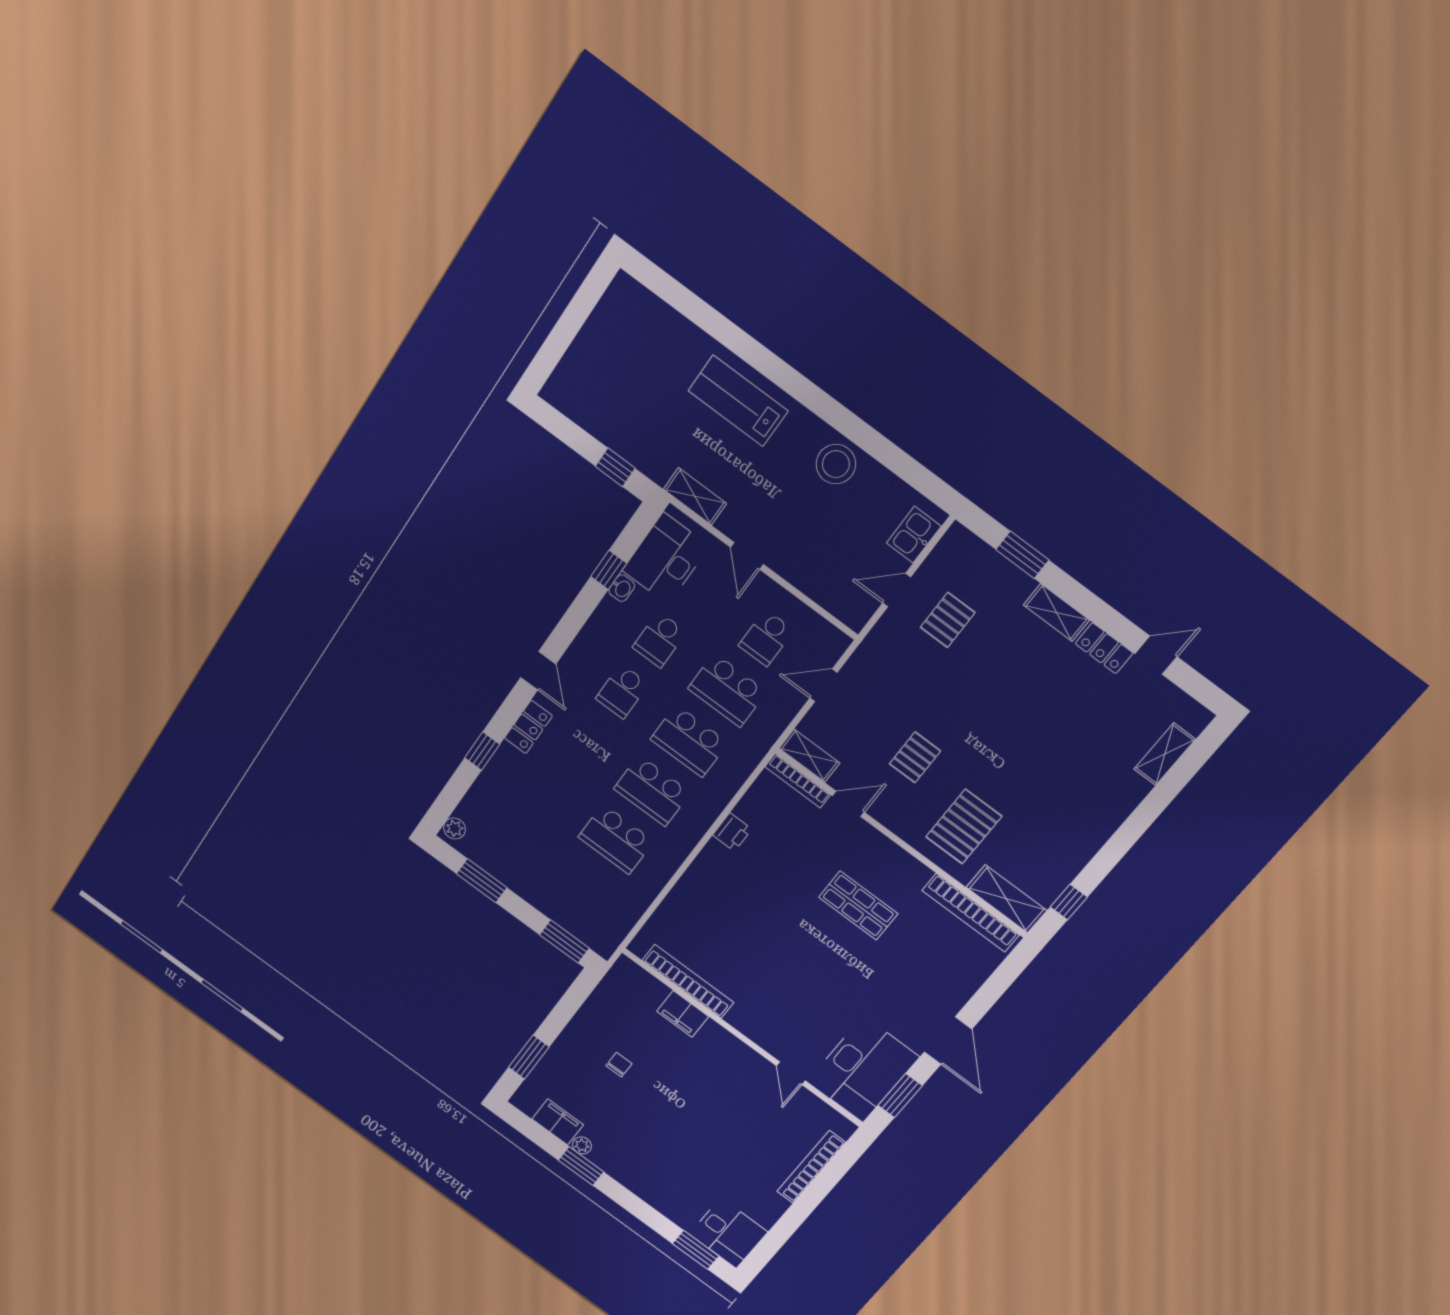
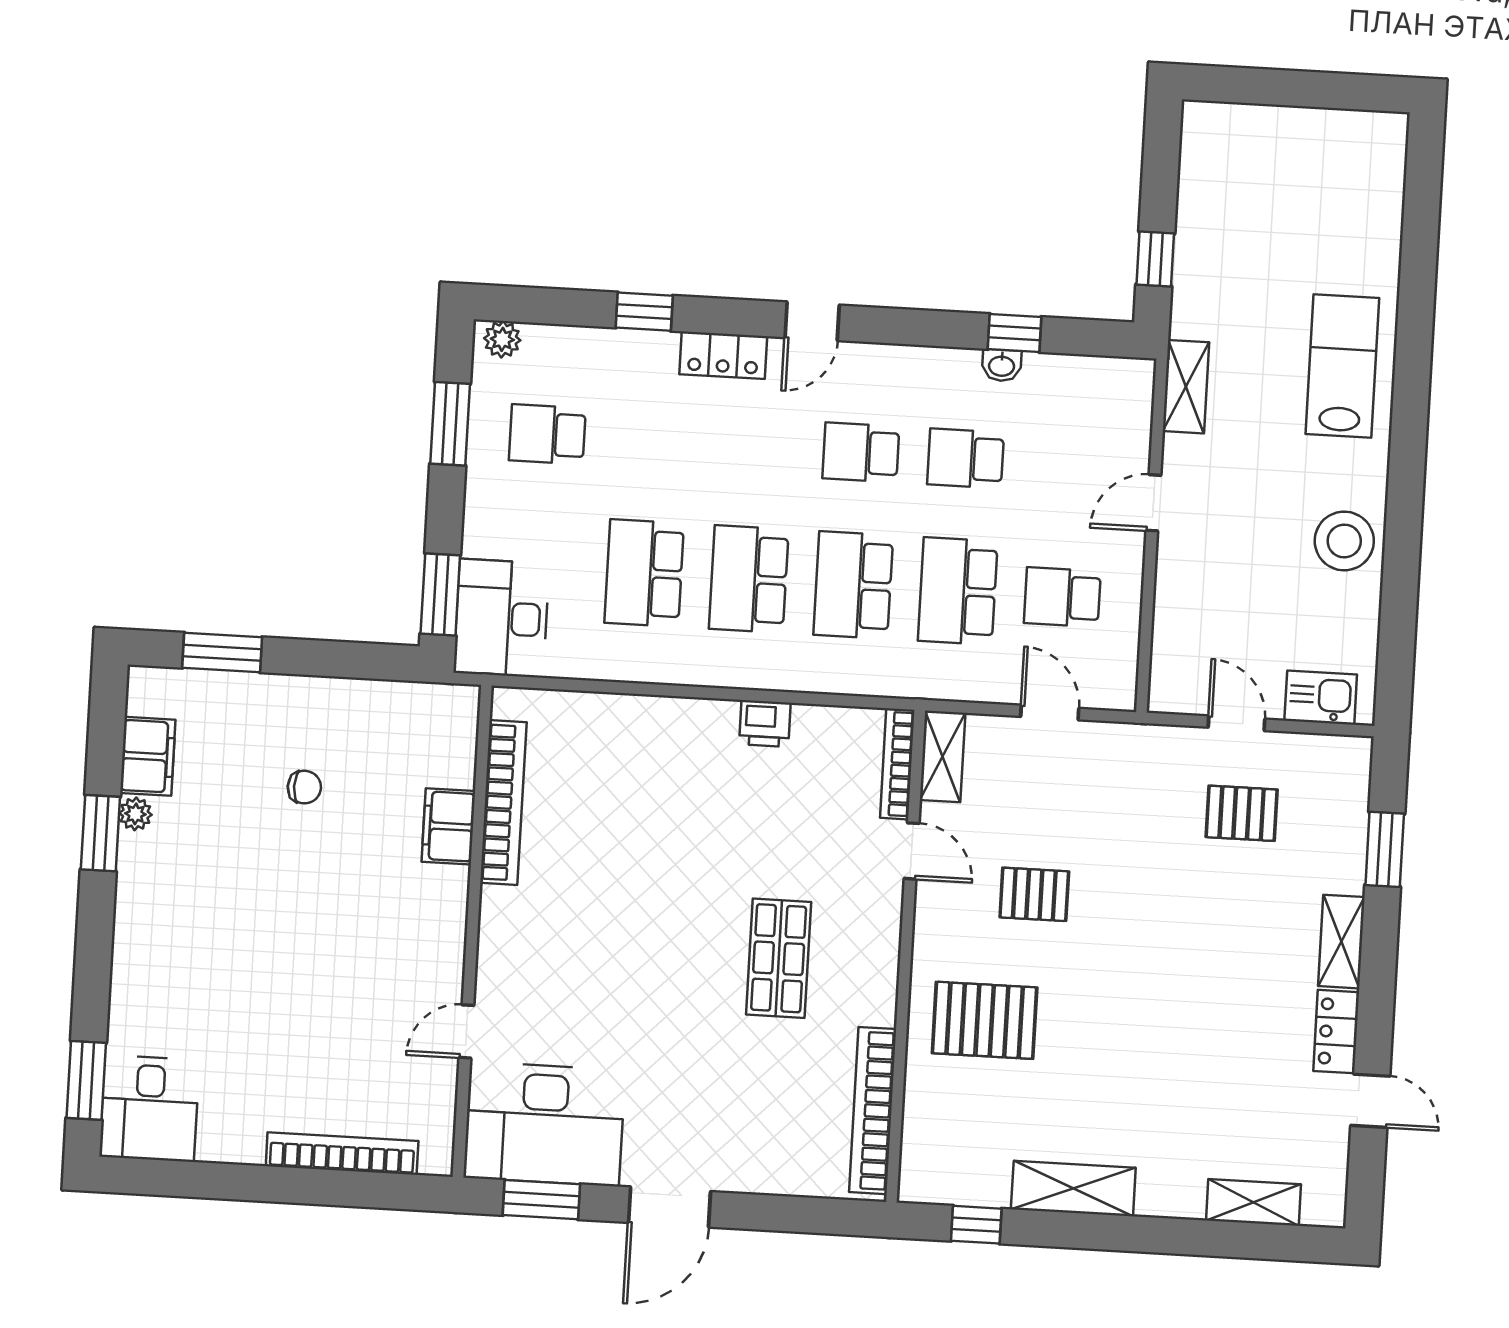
desk: (666, 559) -> (501, 618), moved, turned -90
school desk: (516, 839) -> (547, 434), added
shelving: (1007, 899) -> (1073, 1188), moved, turned 90

